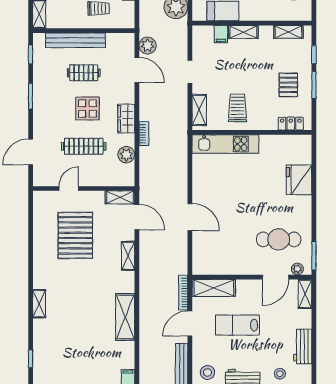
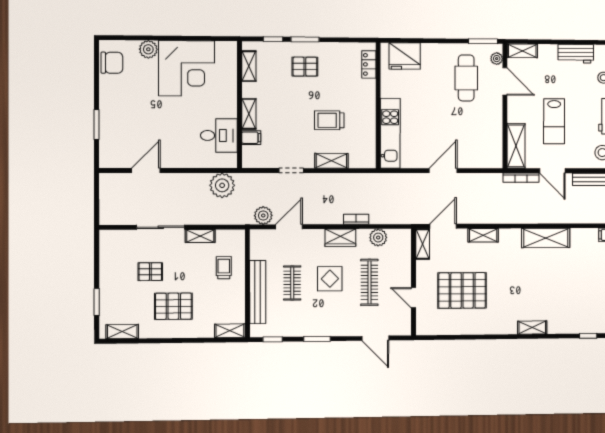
locker: (291, 124) -> (369, 64), moved
wall: (252, 132) -> (378, 105), moved
kitchen unit: (225, 144) -> (390, 133), moved

